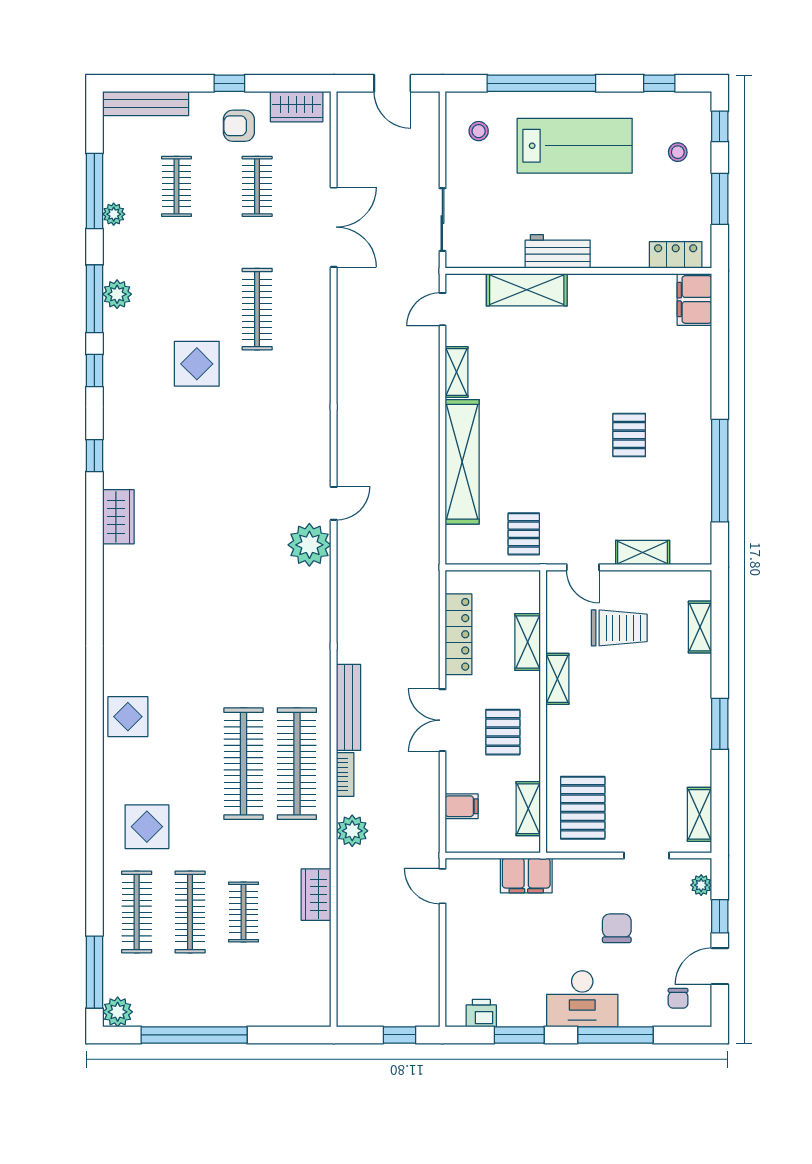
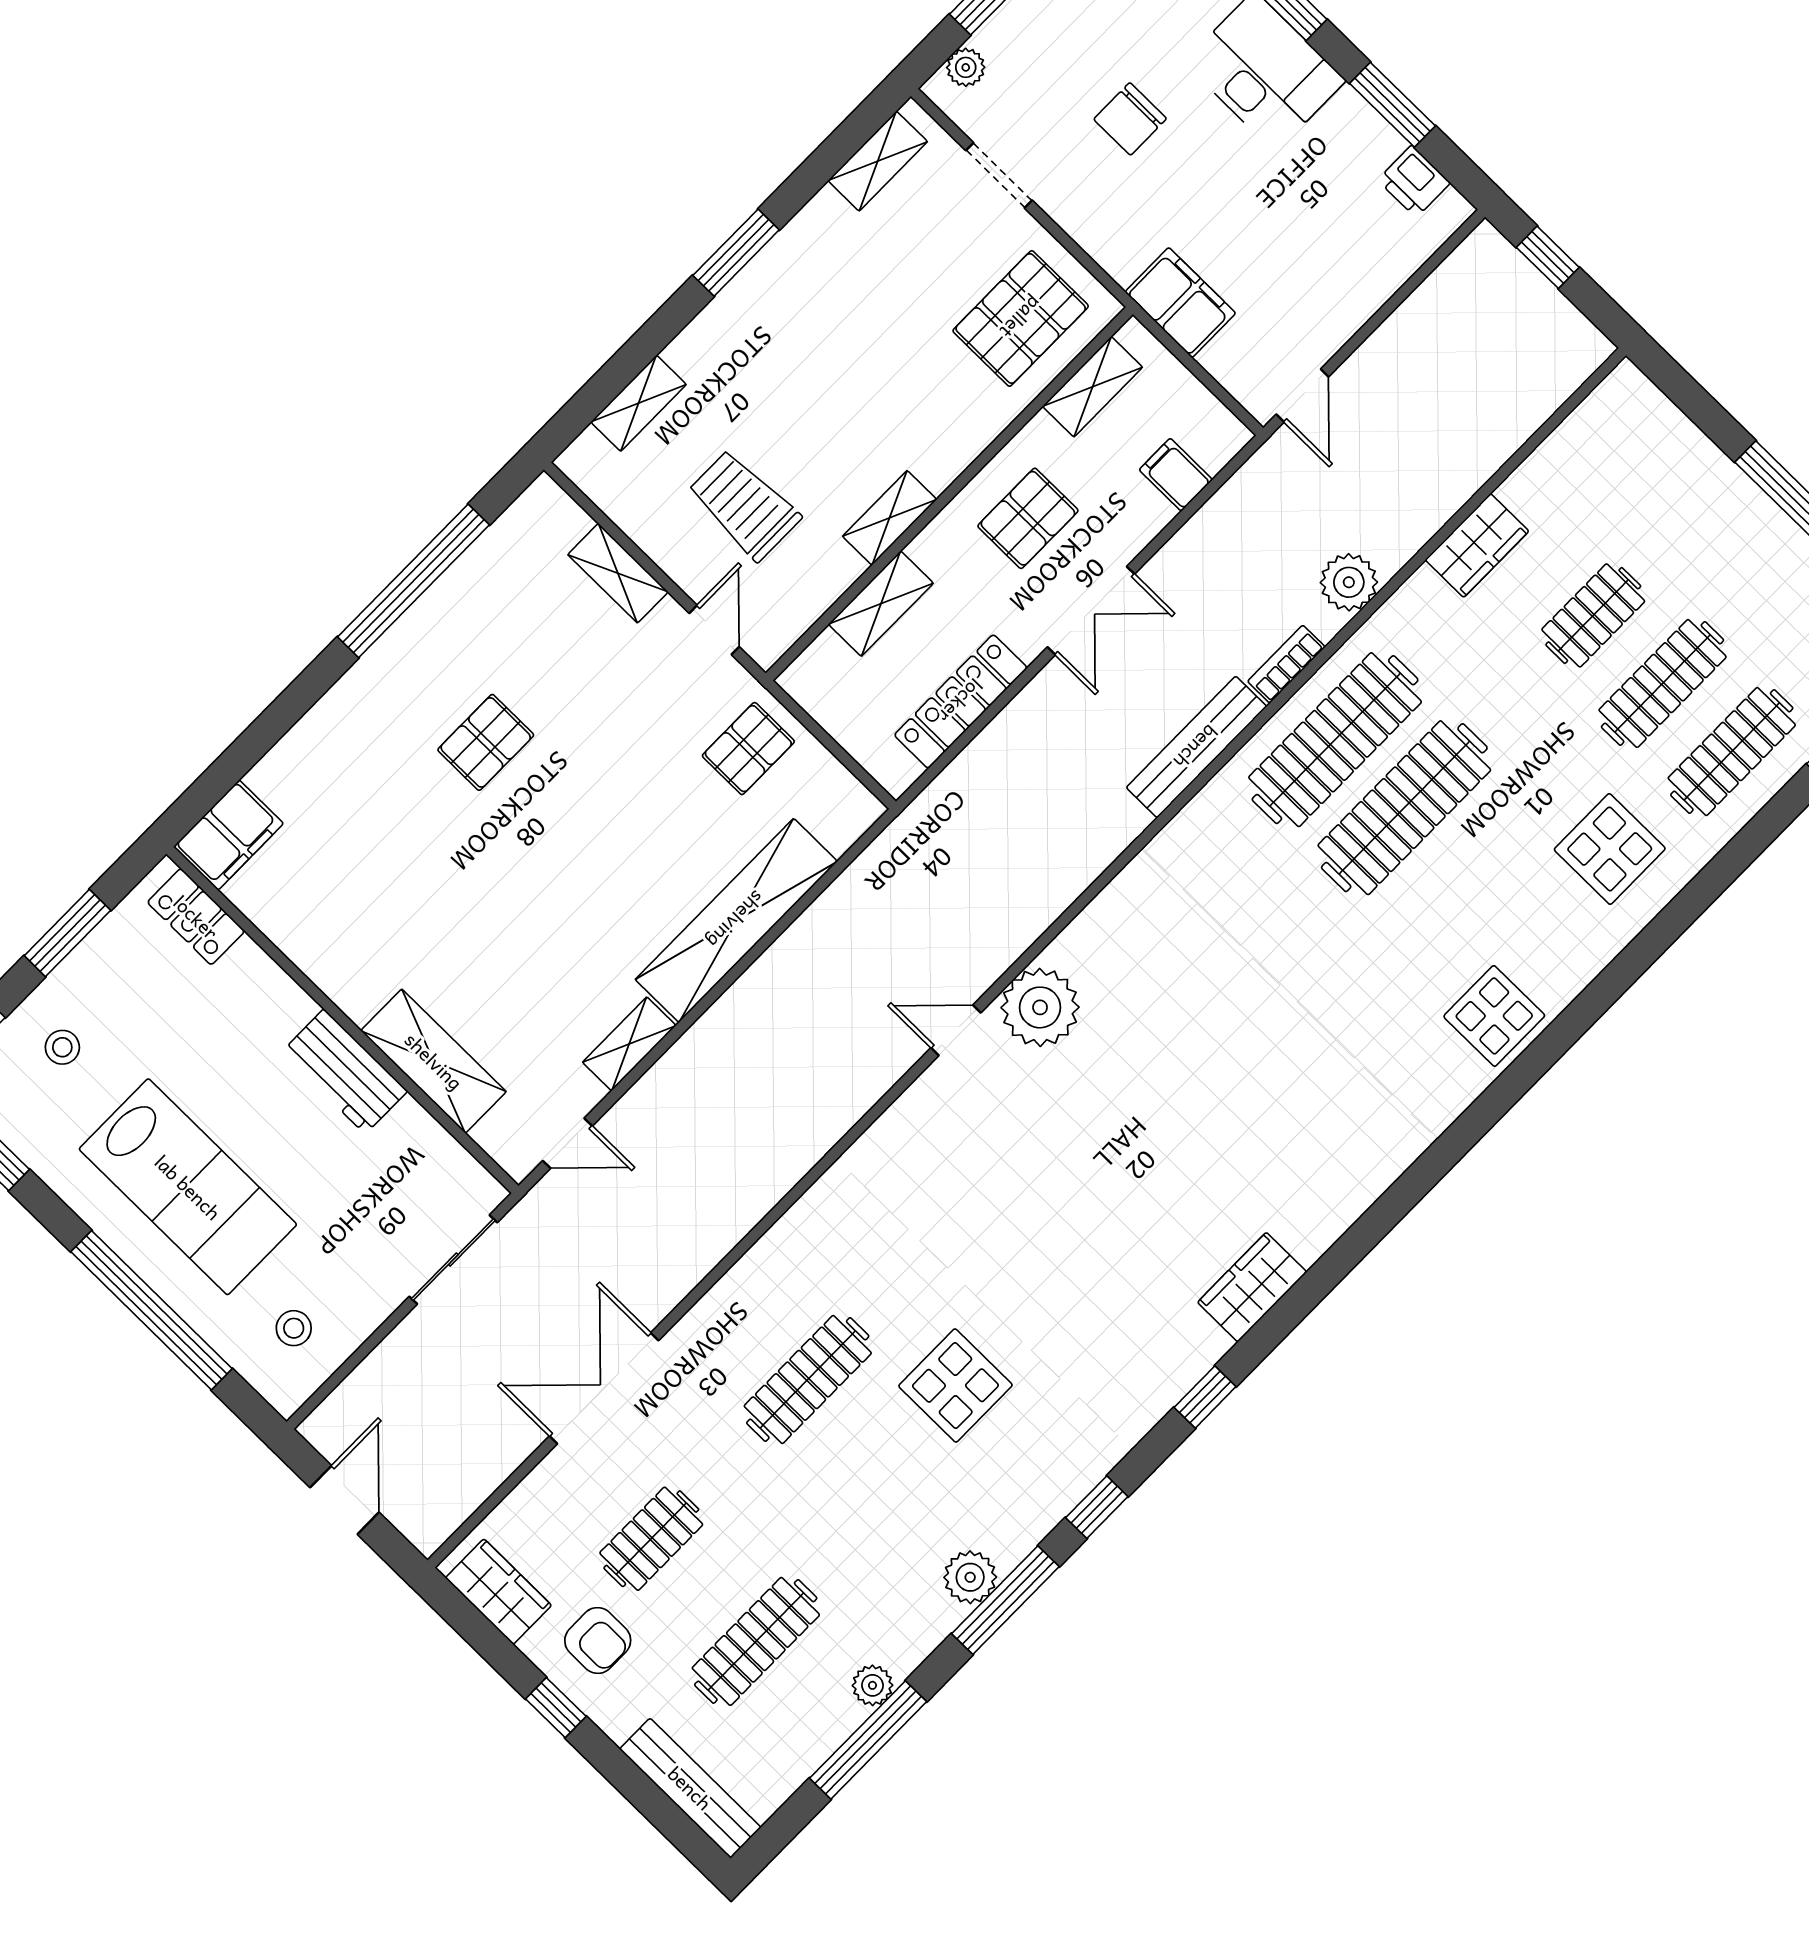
lab bench: (575, 146) -> (188, 1187), turned 180
clothes rail: (176, 186) -> (756, 1641), width x1.36

